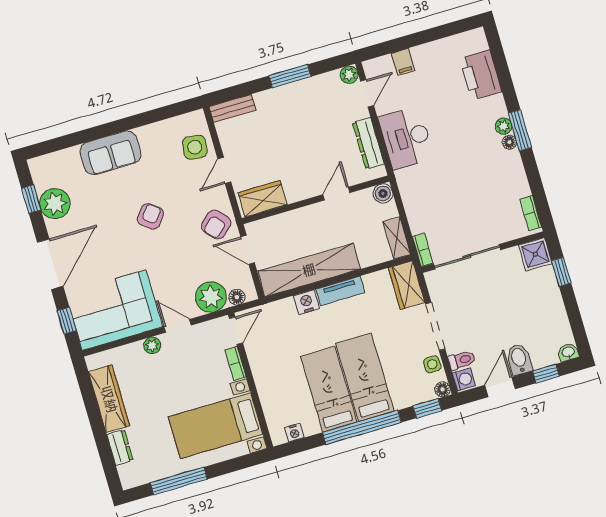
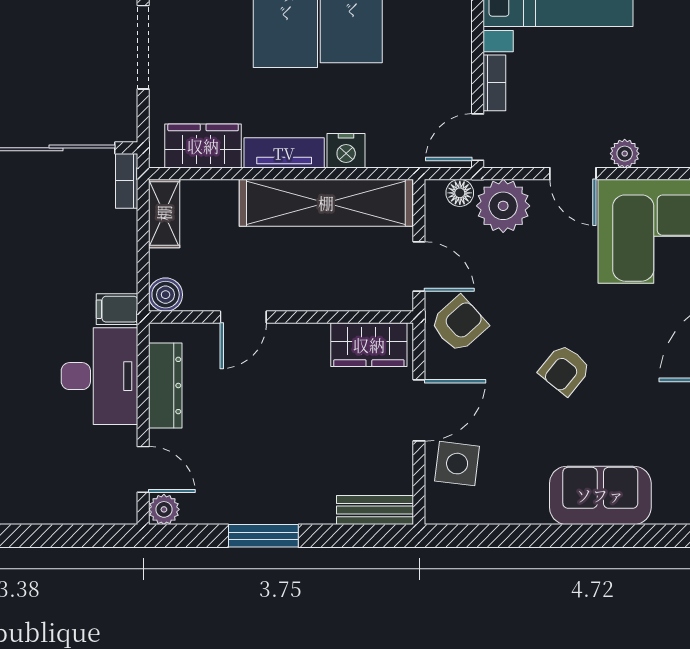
filing cabinet: (403, 62) -> (117, 309), moved, turned -90
door: (367, 93) -> (143, 469), swing flipped
door: (224, 170) -> (419, 410), width x1.38
wardrobe: (407, 285) -> (203, 146), moved, turned -90

